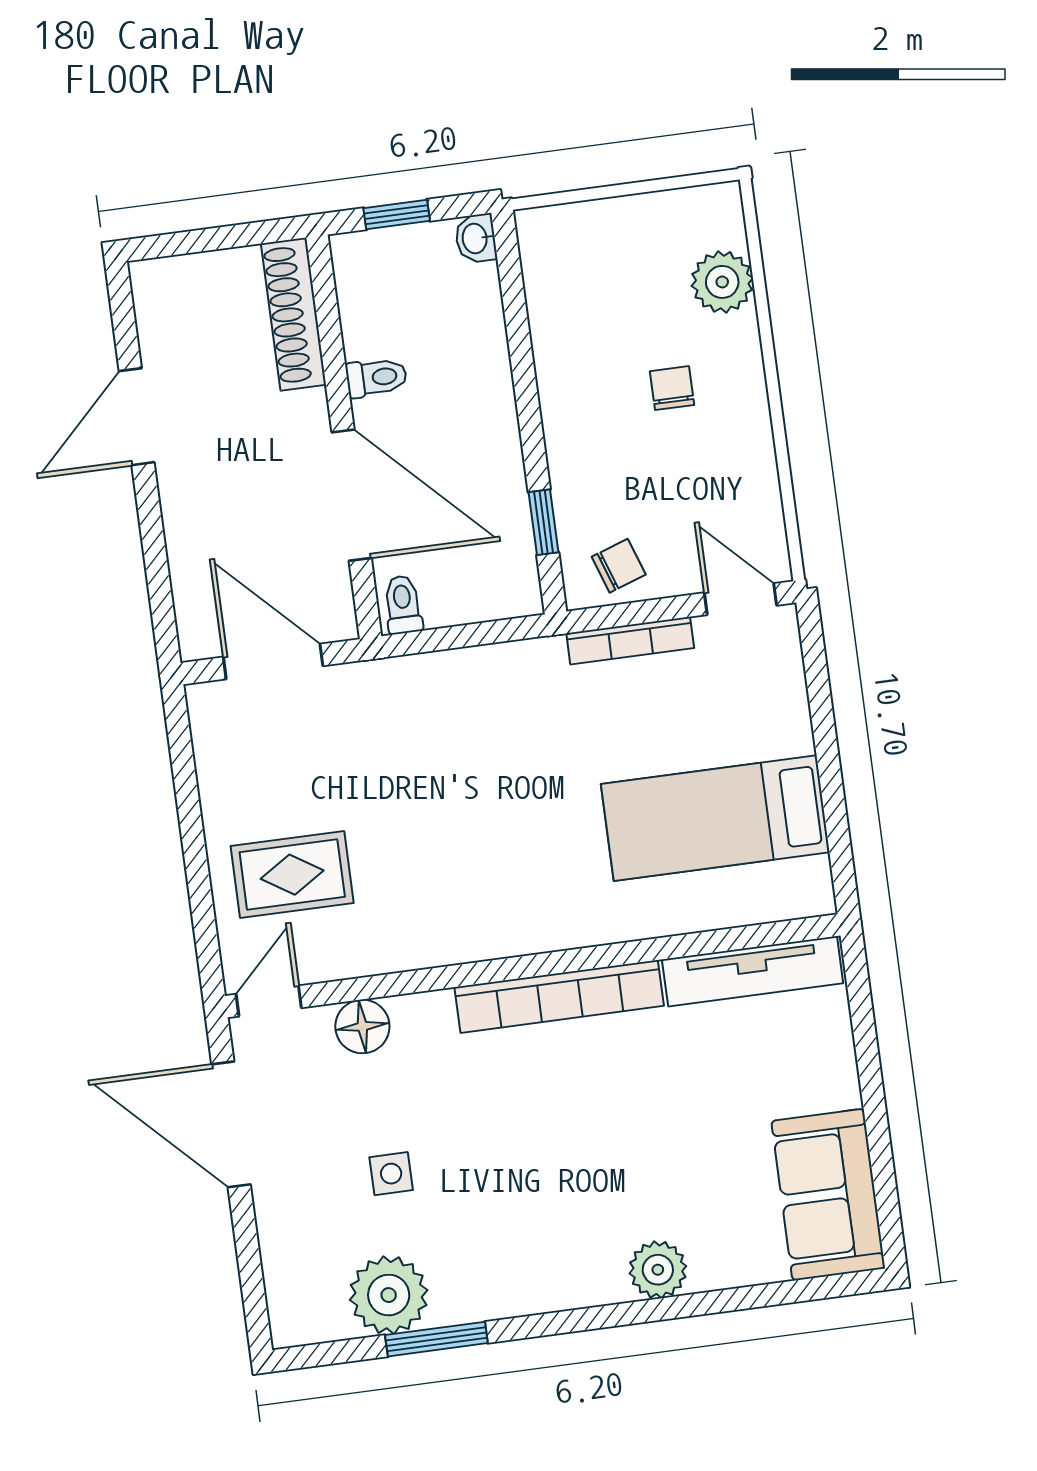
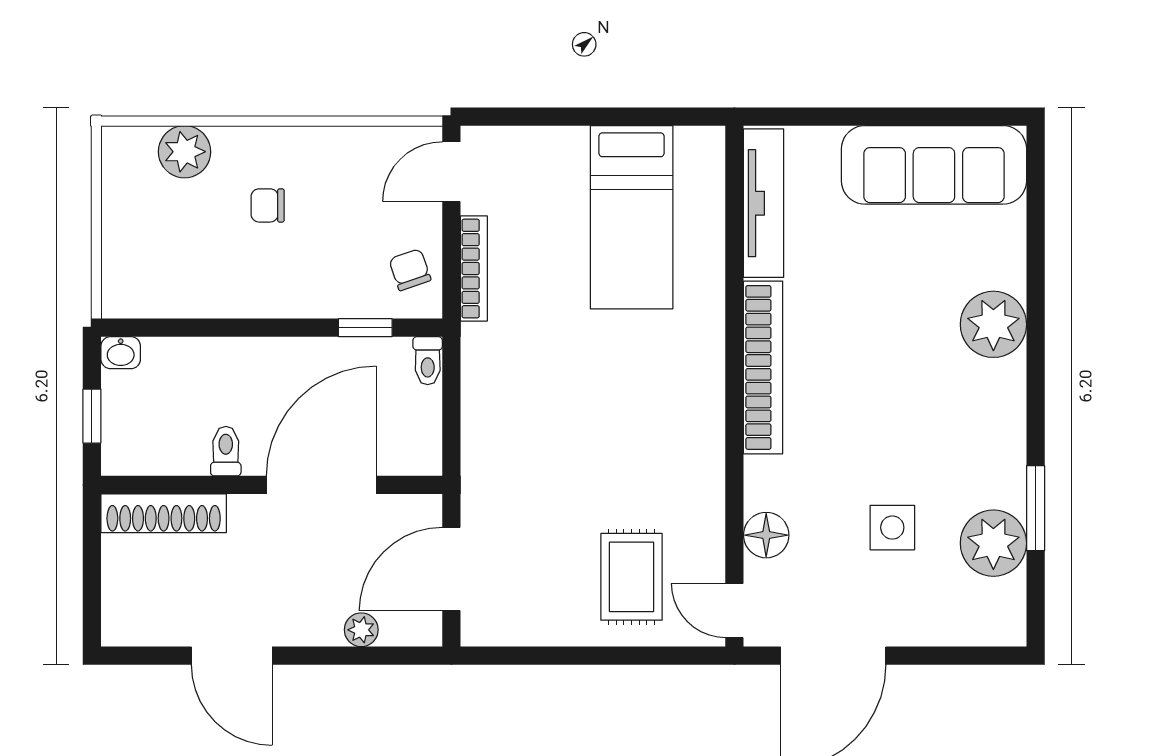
plant: (187, 565) -> (361, 630), added
toilet: (403, 605) -> (428, 361), moved, turned -90
side table: (391, 1174) -> (892, 528), width x1.37, depth x1.37
sofa: (828, 1195) -> (934, 165), width x1.36
plant: (658, 1270) -> (993, 324), width x1.36, depth x1.36

